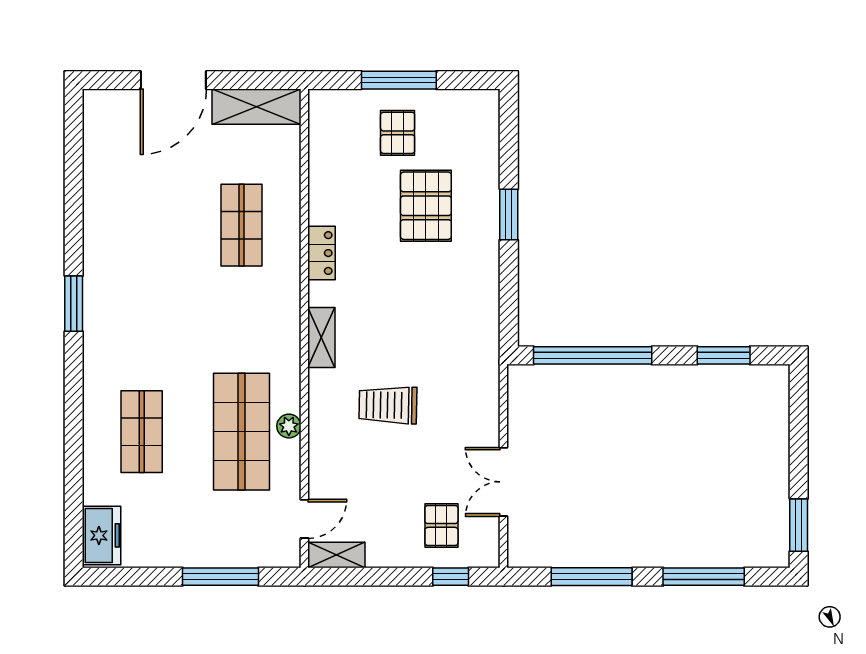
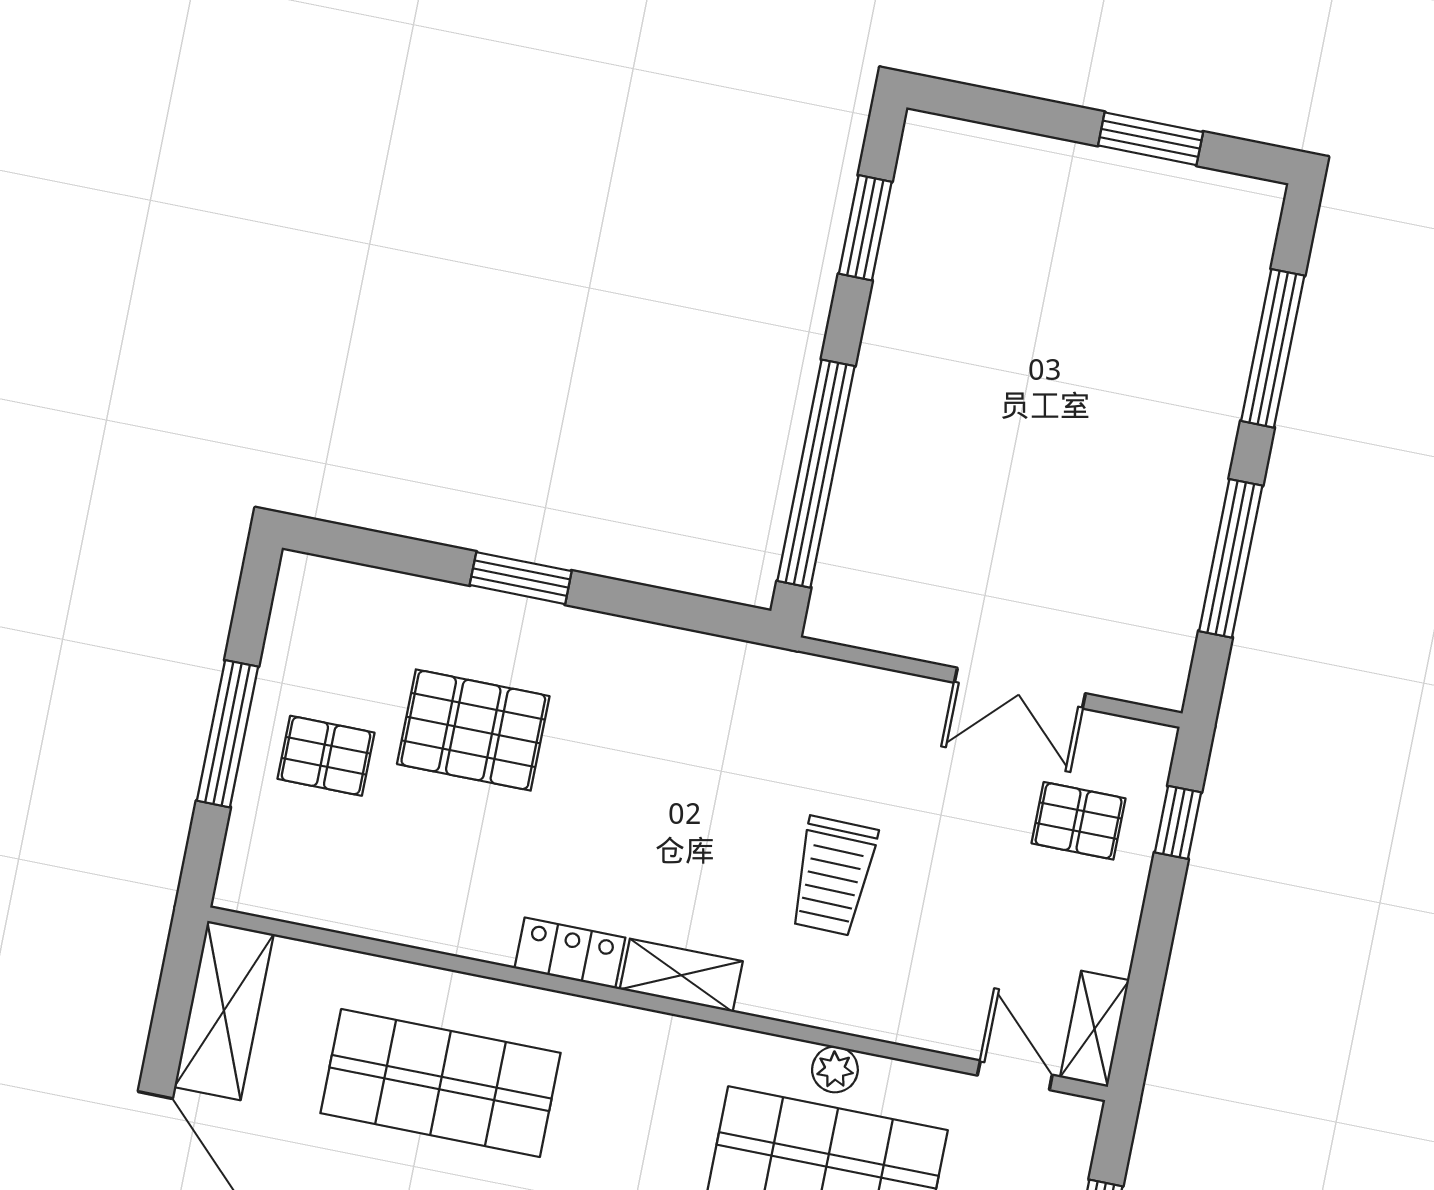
shop shelf: (242, 225) -> (441, 1083), width x1.43, depth x1.36
locker: (321, 253) -> (570, 953), moved
window: (799, 525) -> (1151, 139), moved

